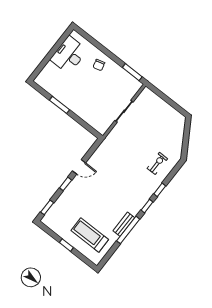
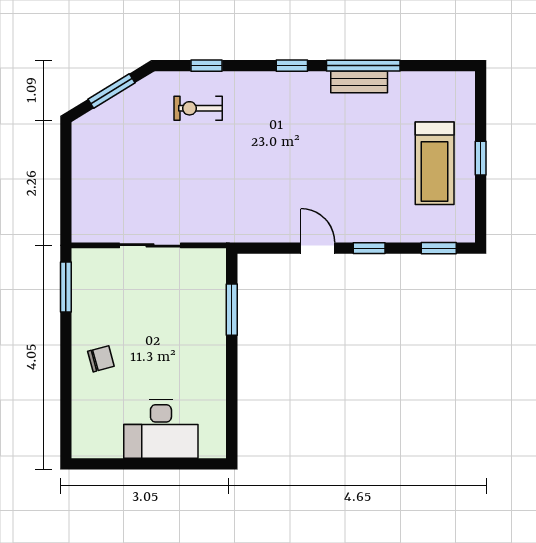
desk: (69, 55) -> (161, 429), moved
window: (59, 105) -> (232, 310), moved
window: (186, 139) -> (111, 91), added
window: (160, 190) -> (207, 66), moved
treadmill: (90, 235) -> (435, 163), moved

